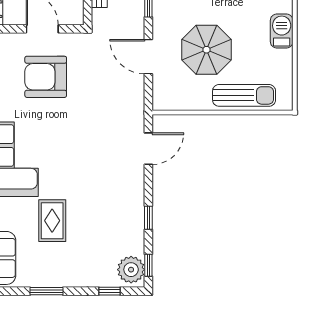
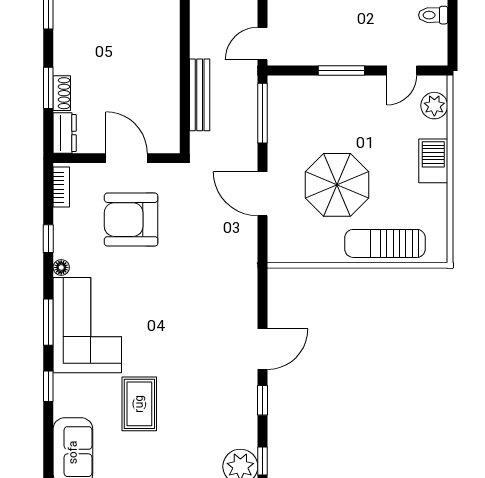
sun lounger: (244, 95) -> (385, 243), turned 180
door: (148, 149) -> (263, 349), moved

